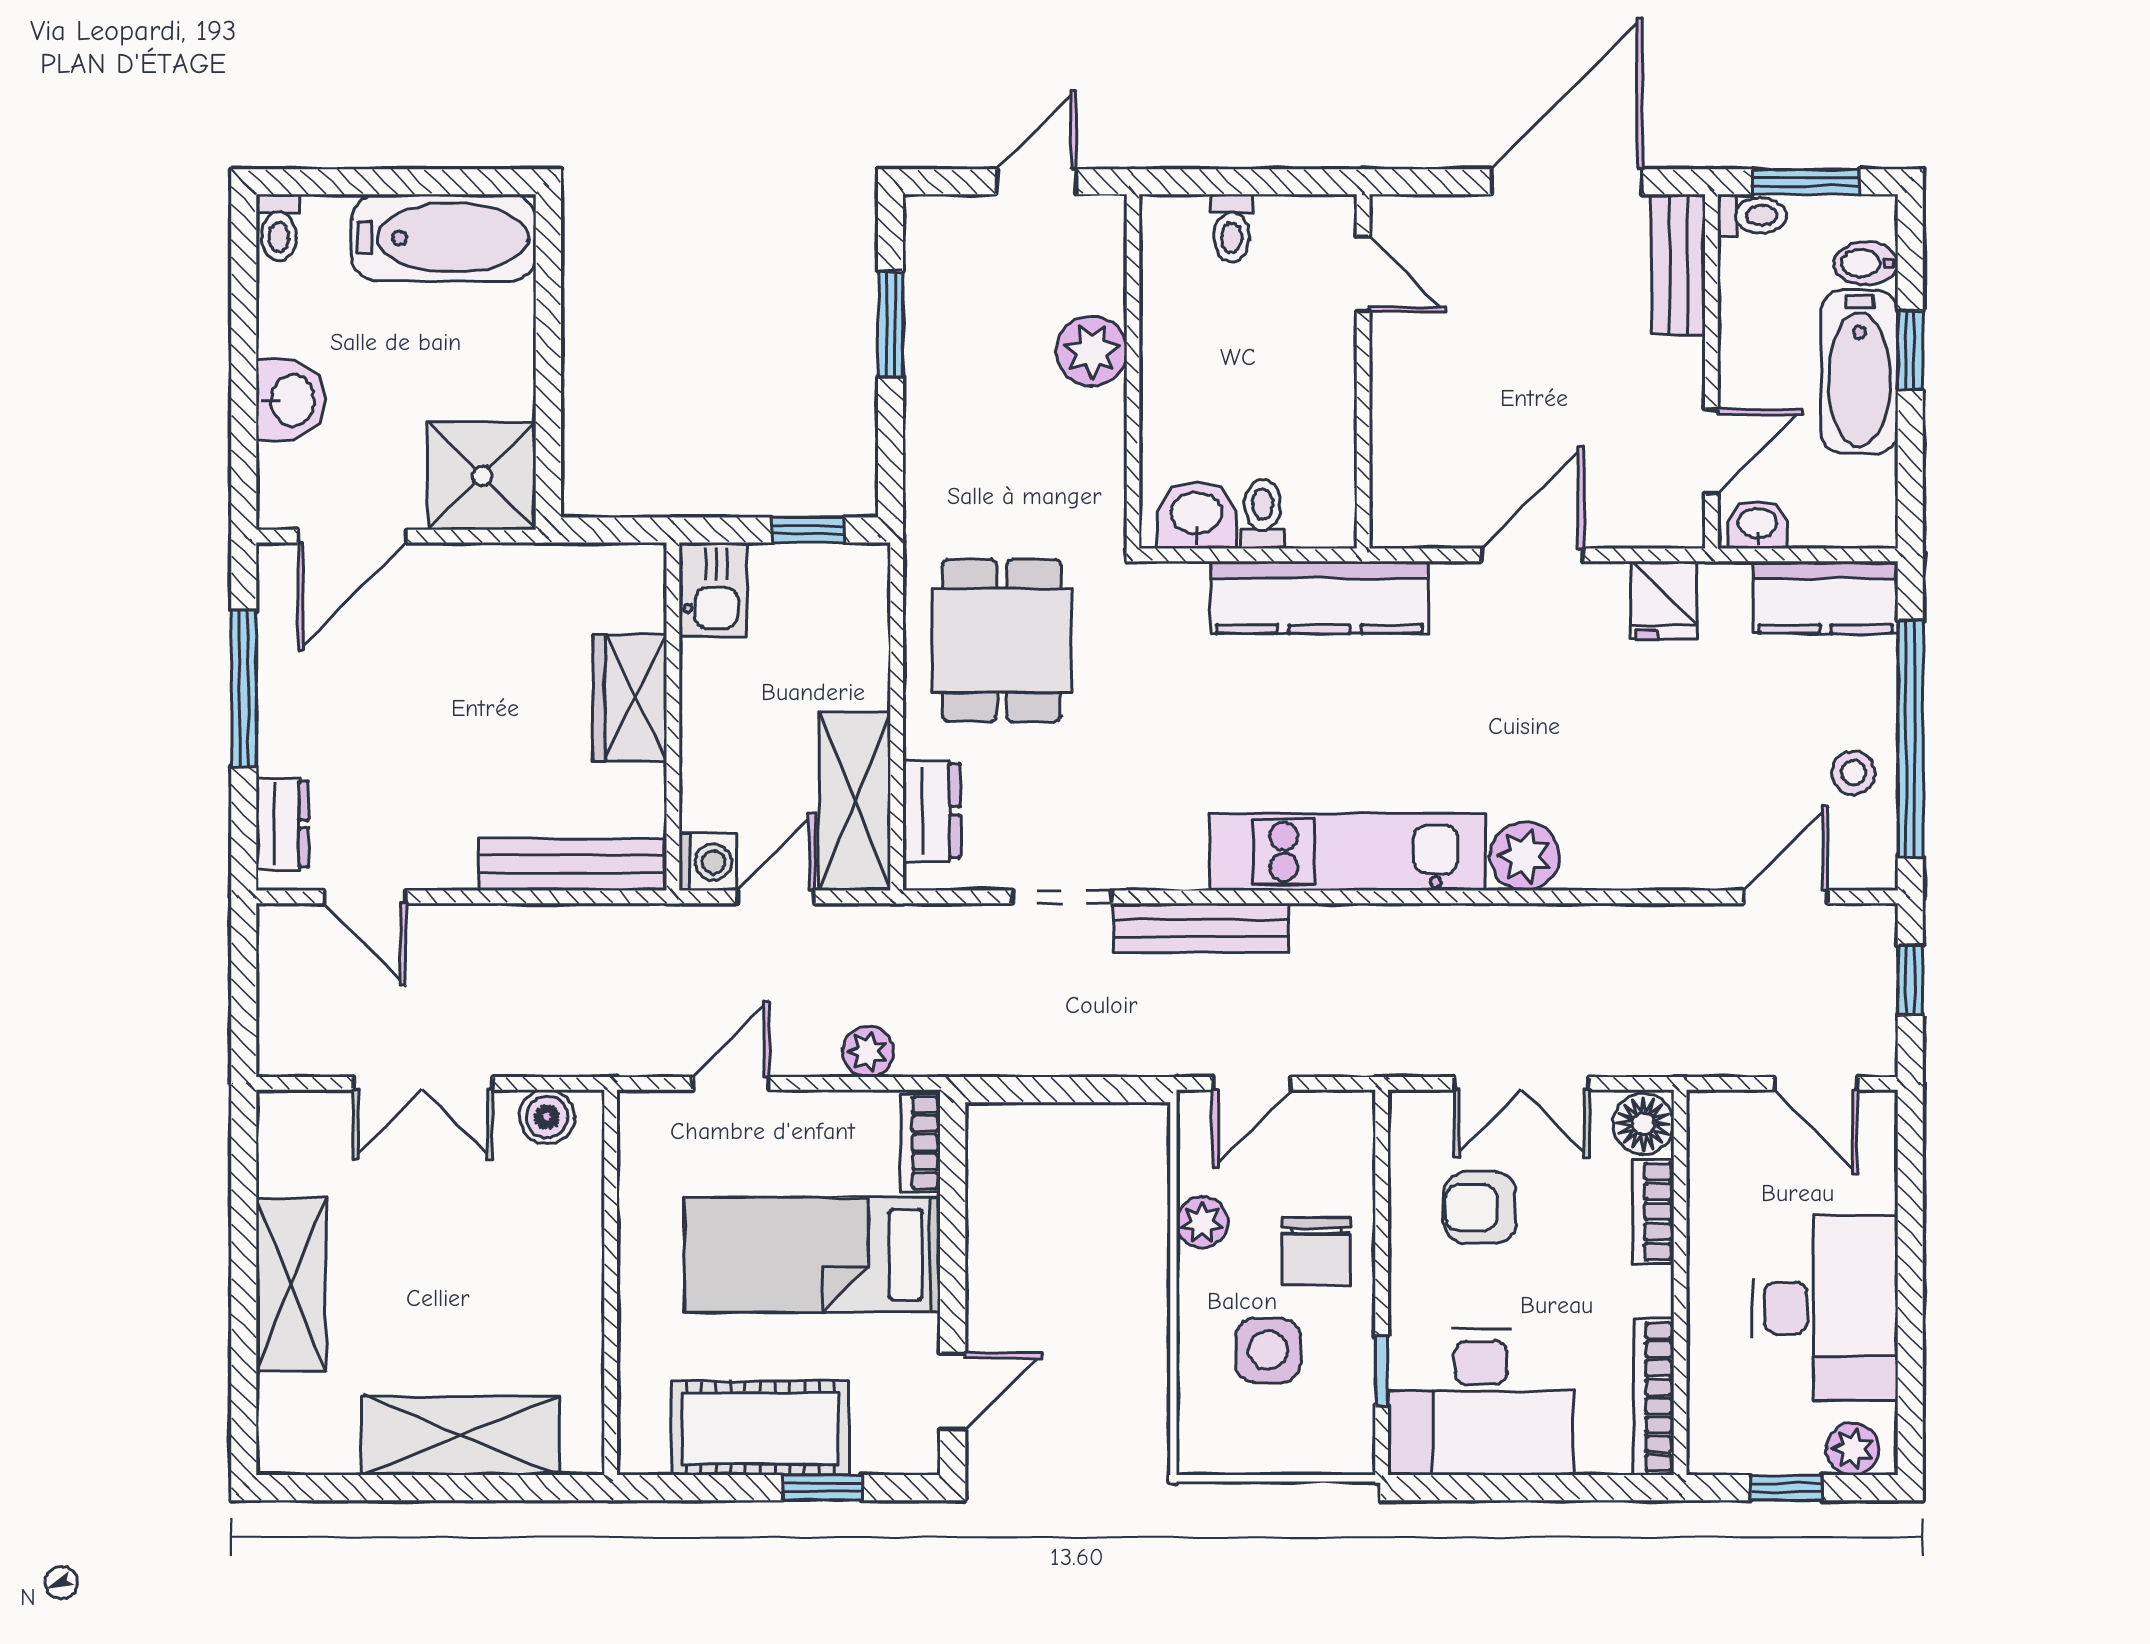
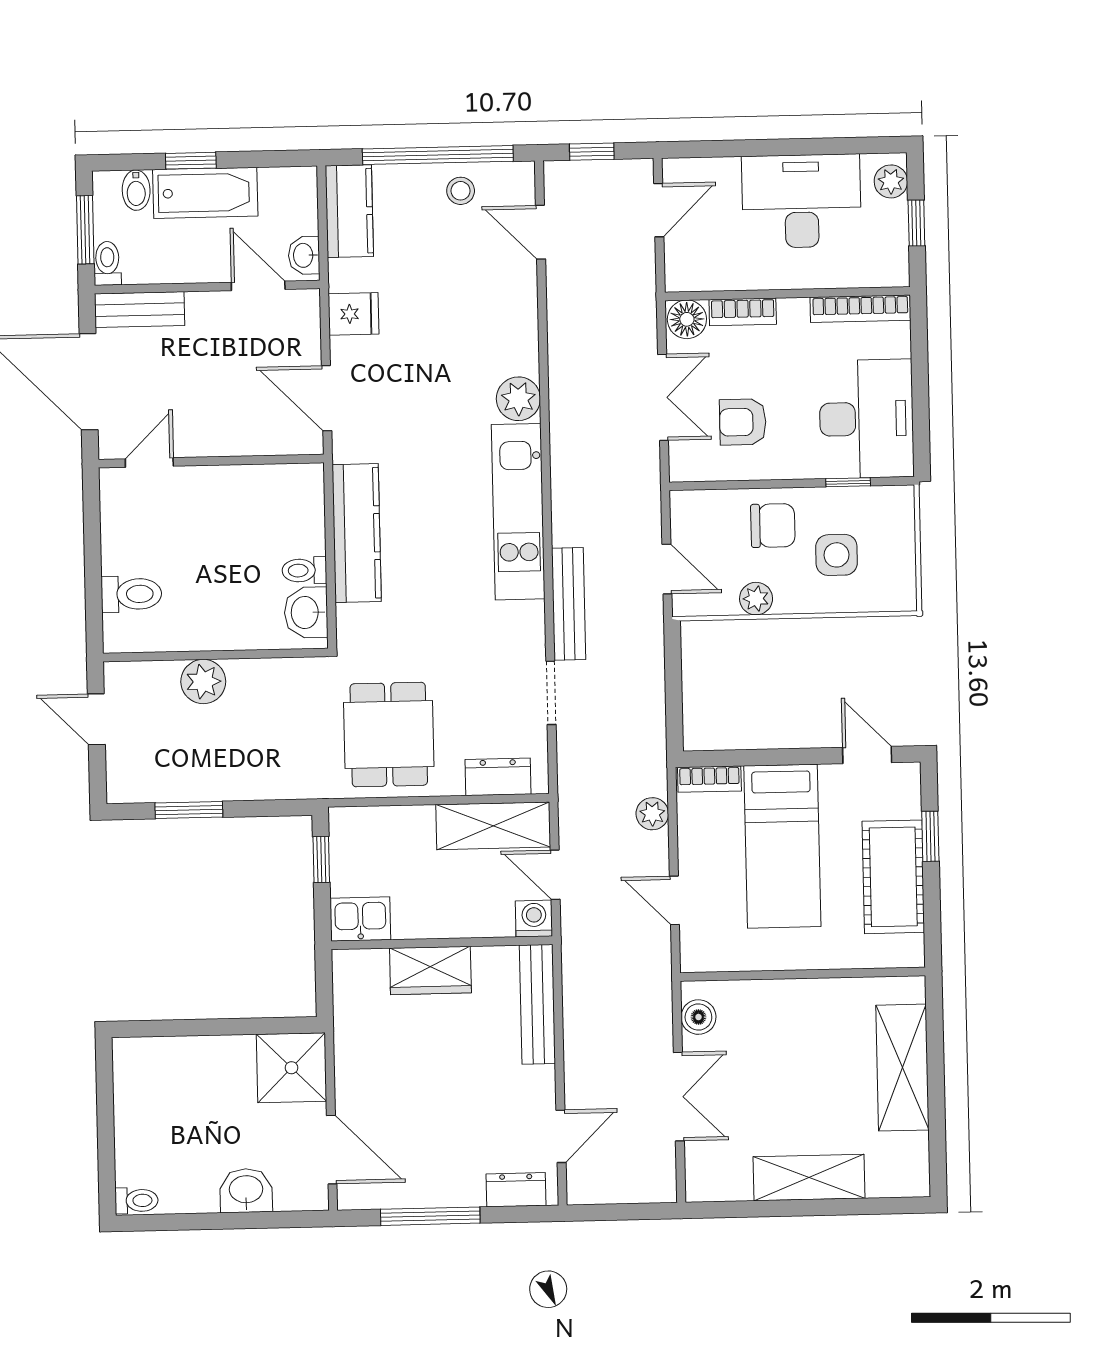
toilet: (1232, 228) -> (131, 594), width x1.37, depth x1.39
bathtub: (444, 238) -> (140, 1095), removed
door: (1363, 274) -> (149, 463), moved
wall: (1363, 371) -> (211, 461), moved
dining table: (1002, 640) -> (389, 735), turned 90
armchair: (1480, 1208) -> (743, 422), turned 90

